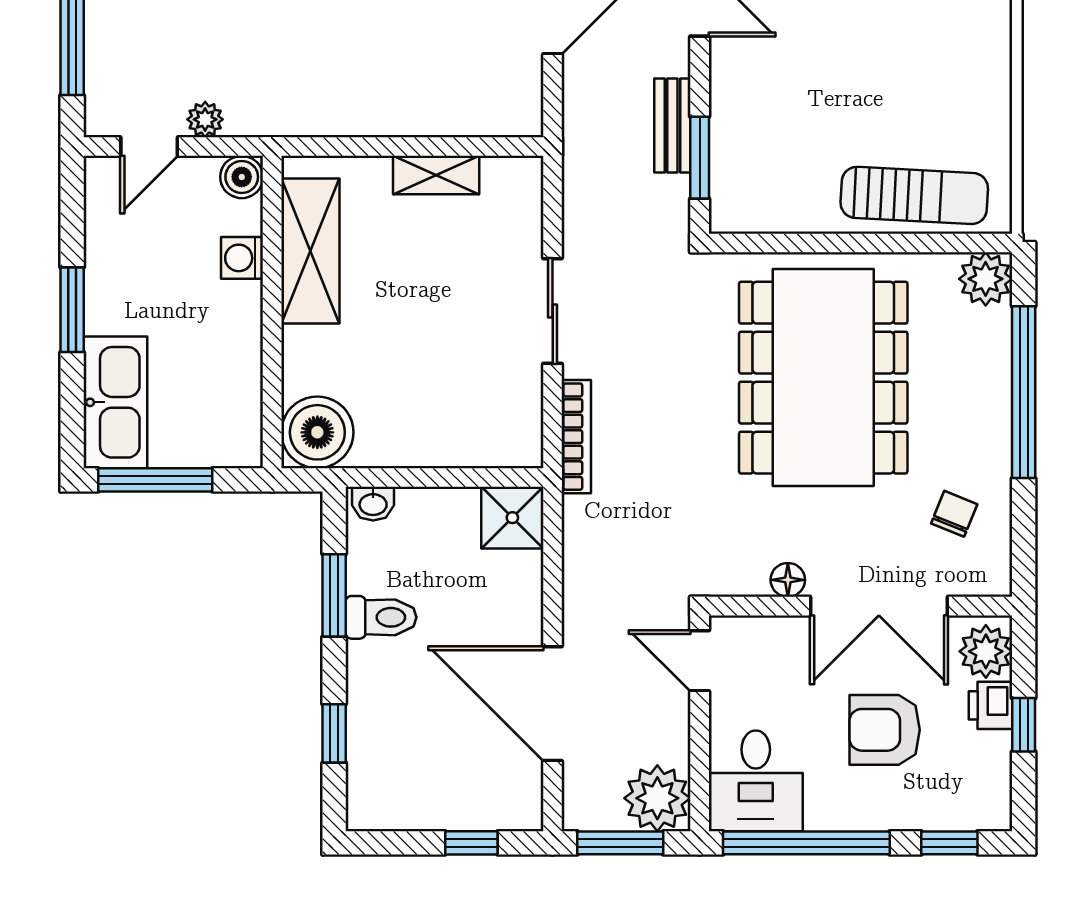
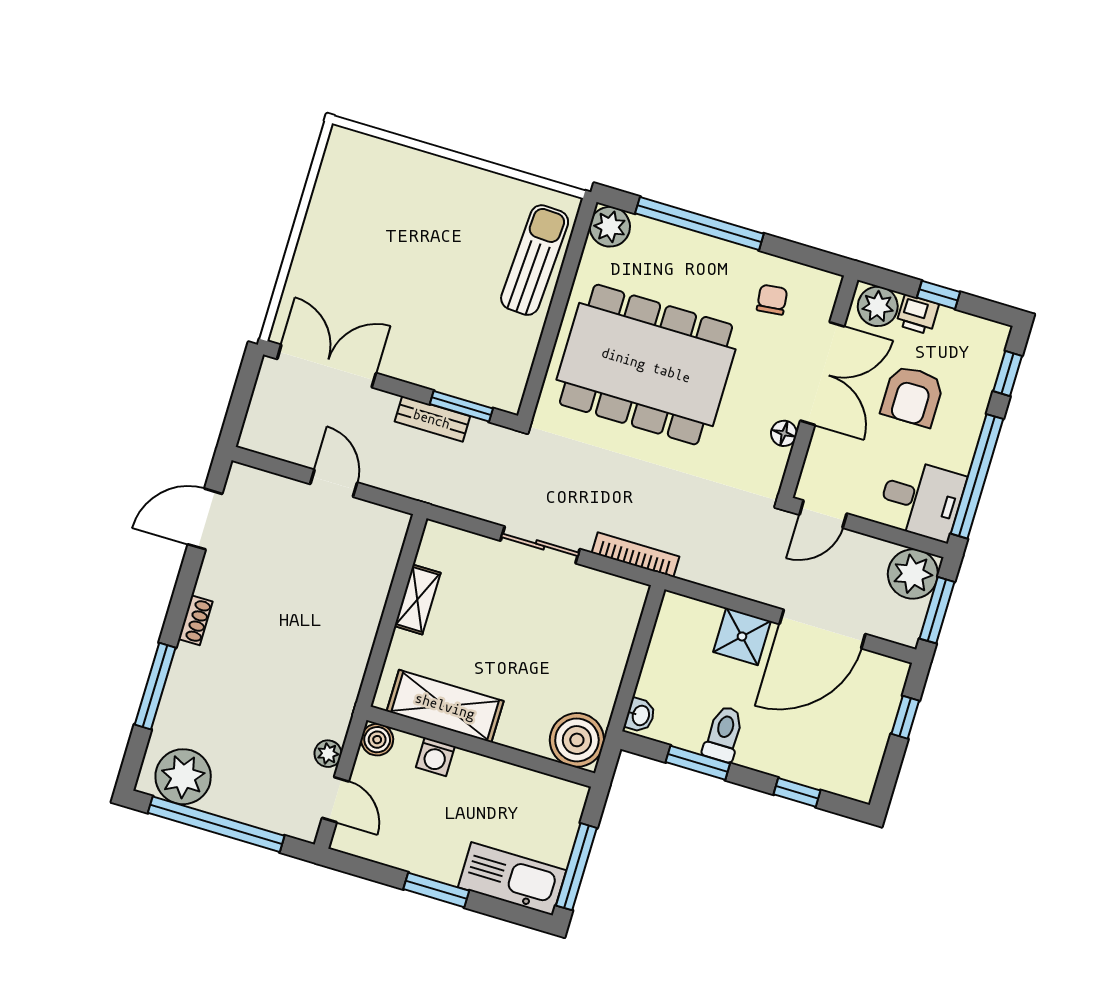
chair: (954, 514) -> (772, 300), turned 62
shower: (512, 518) -> (742, 636), moved

